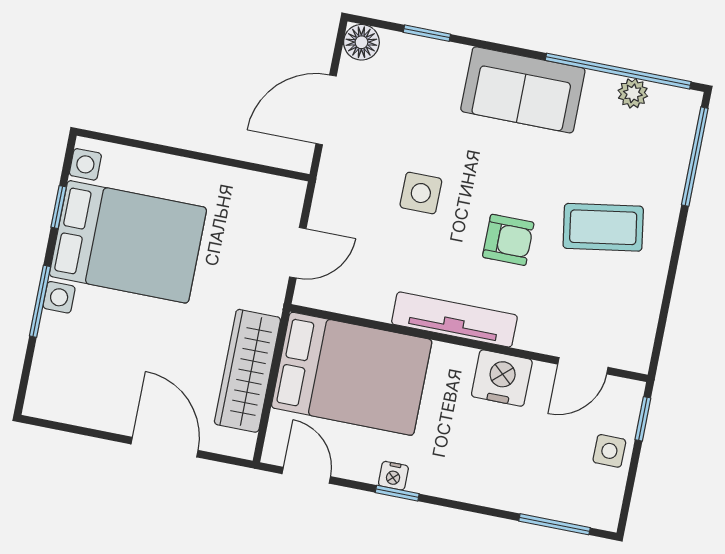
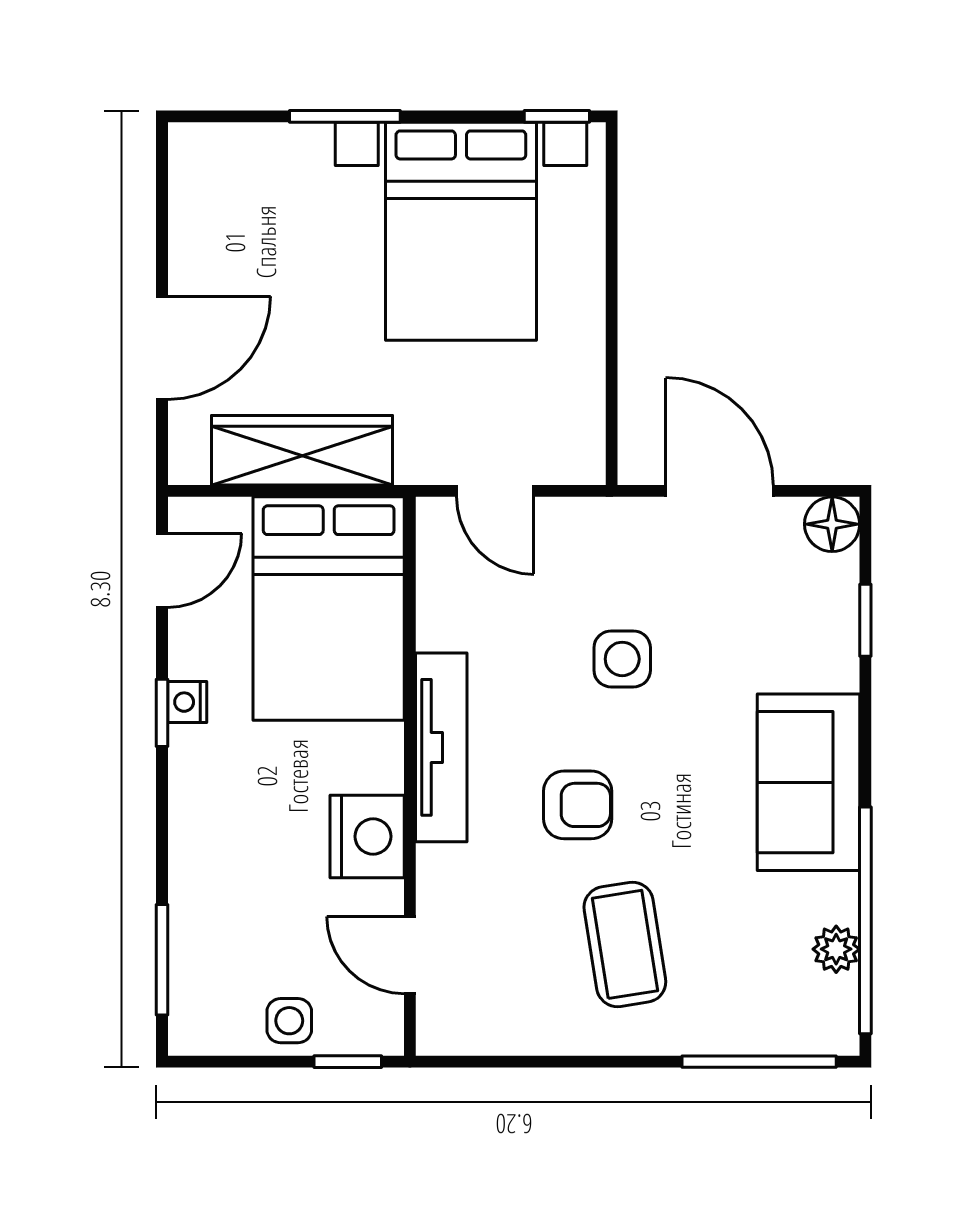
window: (59, 207) -> (557, 116), moved
armchair: (508, 240) -> (578, 805), turned -90

